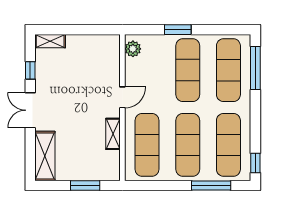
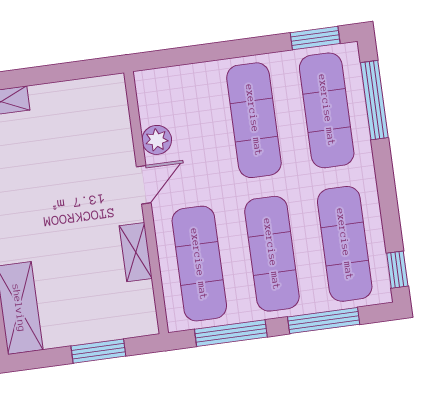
window: (178, 30) -> (315, 38), moved
plant: (133, 49) -> (157, 140), moved
window: (159, 185) -> (231, 333), added

